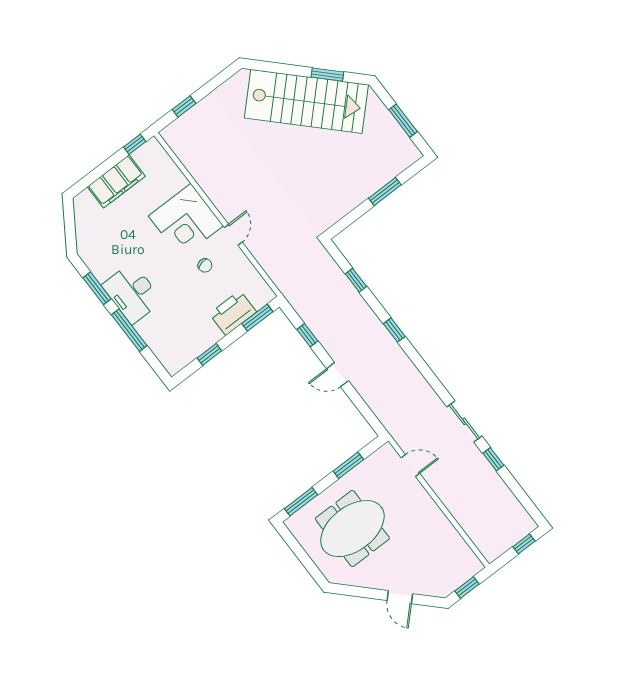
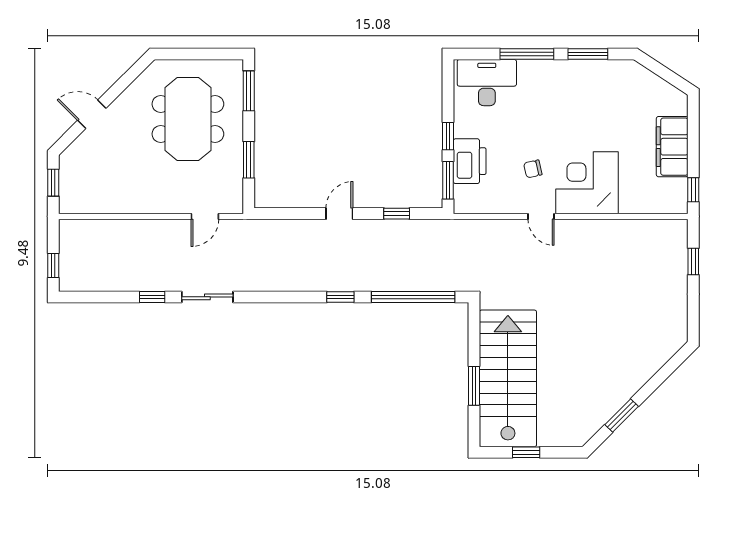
stairs: (306, 101) -> (508, 378), moved, turned 135
window: (403, 121) -> (526, 452), width x0.67
window: (356, 280) -> (413, 297), width x3.17
desk: (132, 293) -> (487, 83), moved
window: (209, 354) -> (448, 136), moved

